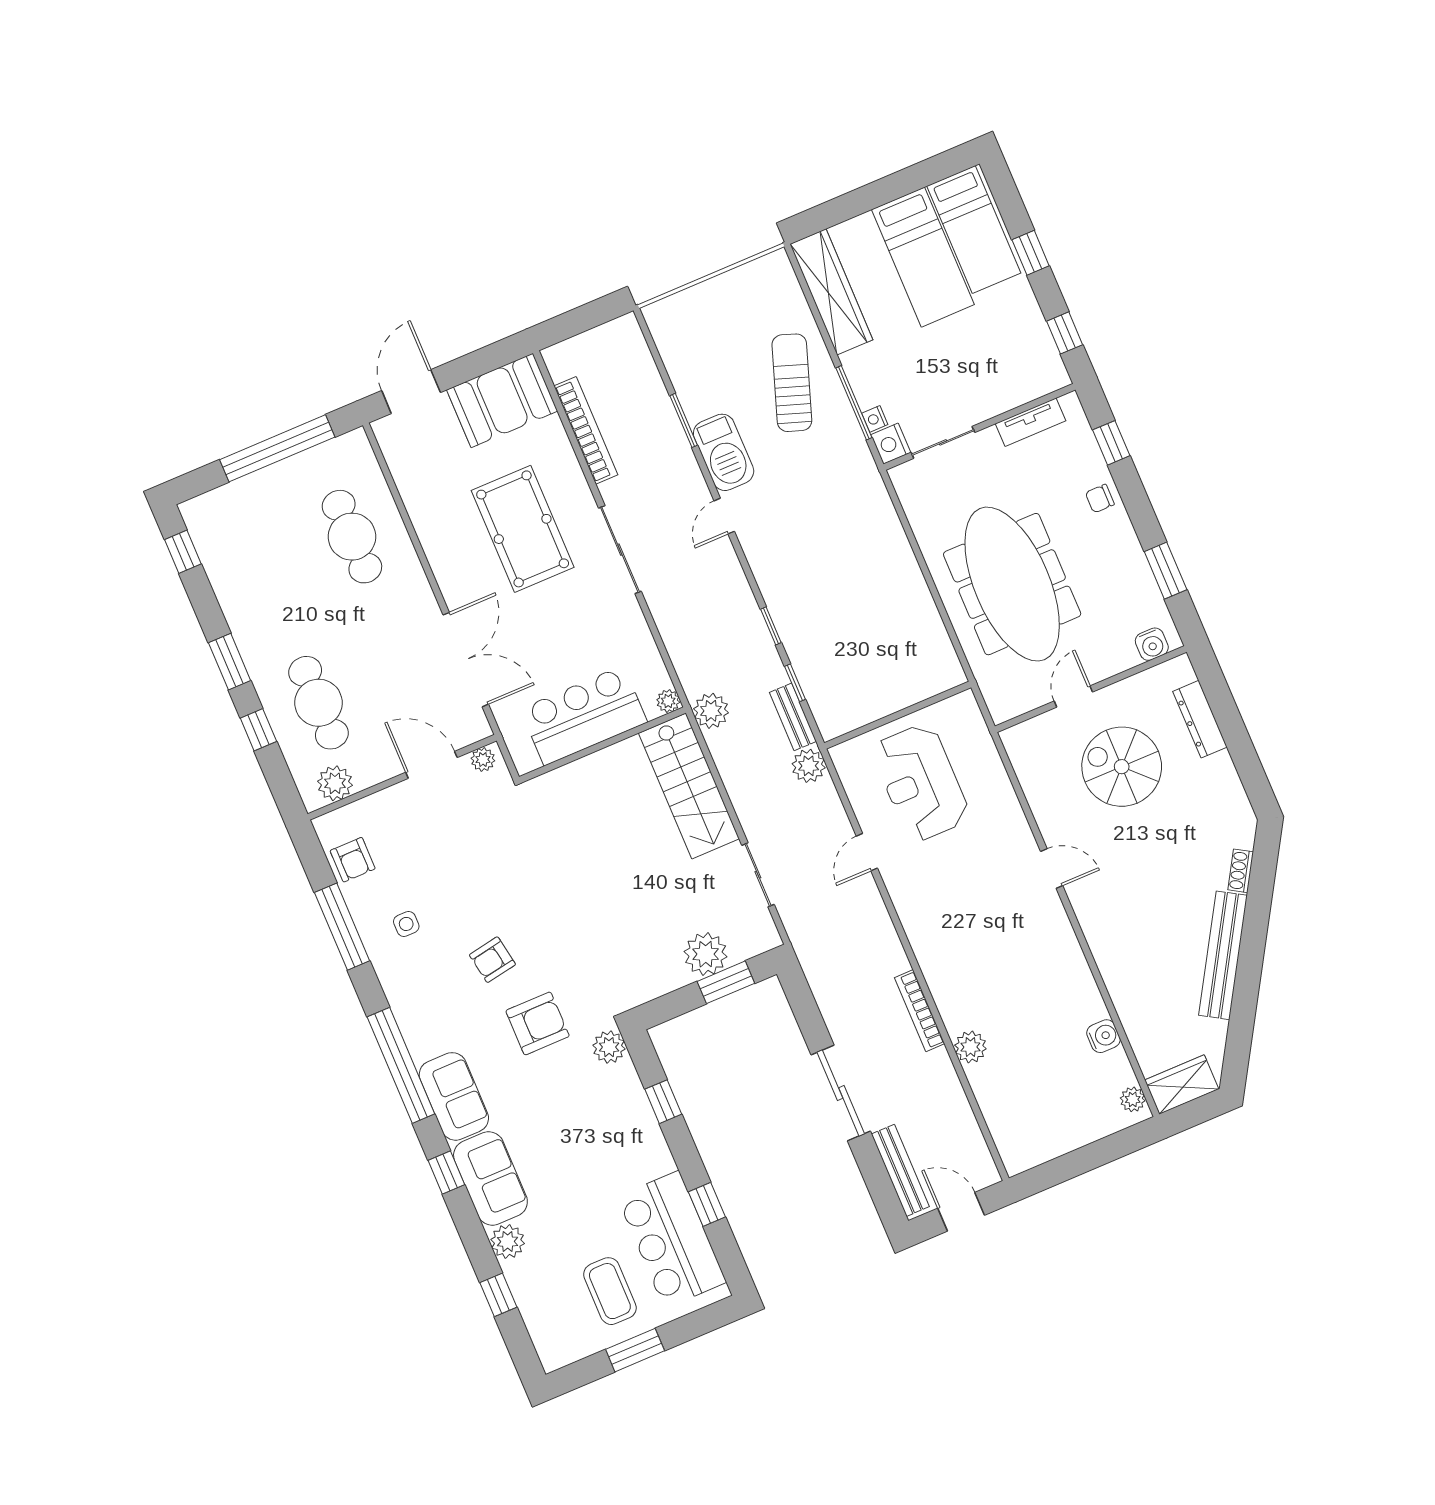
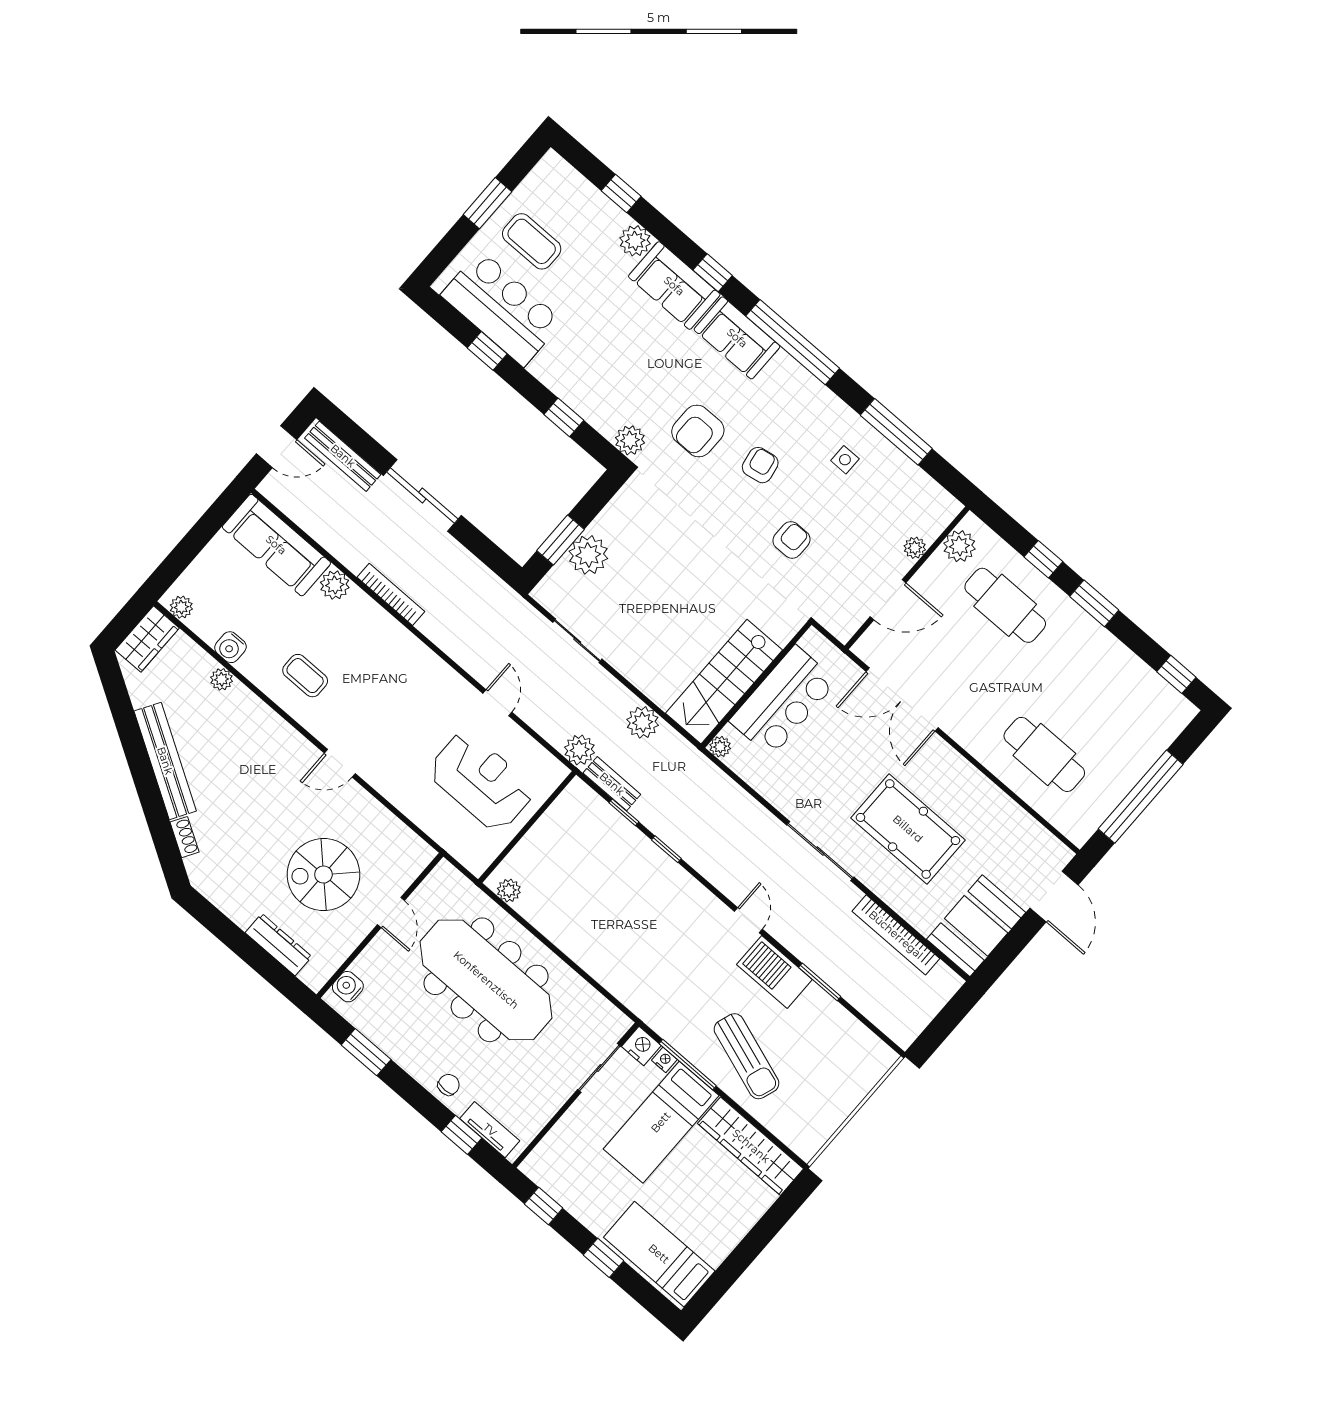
bed: (923, 257) -> (661, 1122), moved, turned -90
tv unit: (1030, 422) -> (490, 1130), moved, turned 90
plant: (946, 661) -> (509, 890), added
plant: (711, 711) -> (643, 722), moved
plant: (483, 759) -> (915, 548), moved
spiral stairs: (1122, 767) -> (323, 875), turned 180
stairs: (689, 786) -> (724, 682), moved, turned -90
armchair: (353, 860) -> (791, 540), moved, turned 90
coffee table: (1044, 972) -> (305, 676), added
plant: (1128, 1009) -> (222, 679), added
sofa: (1009, 1115) -> (276, 545), added

